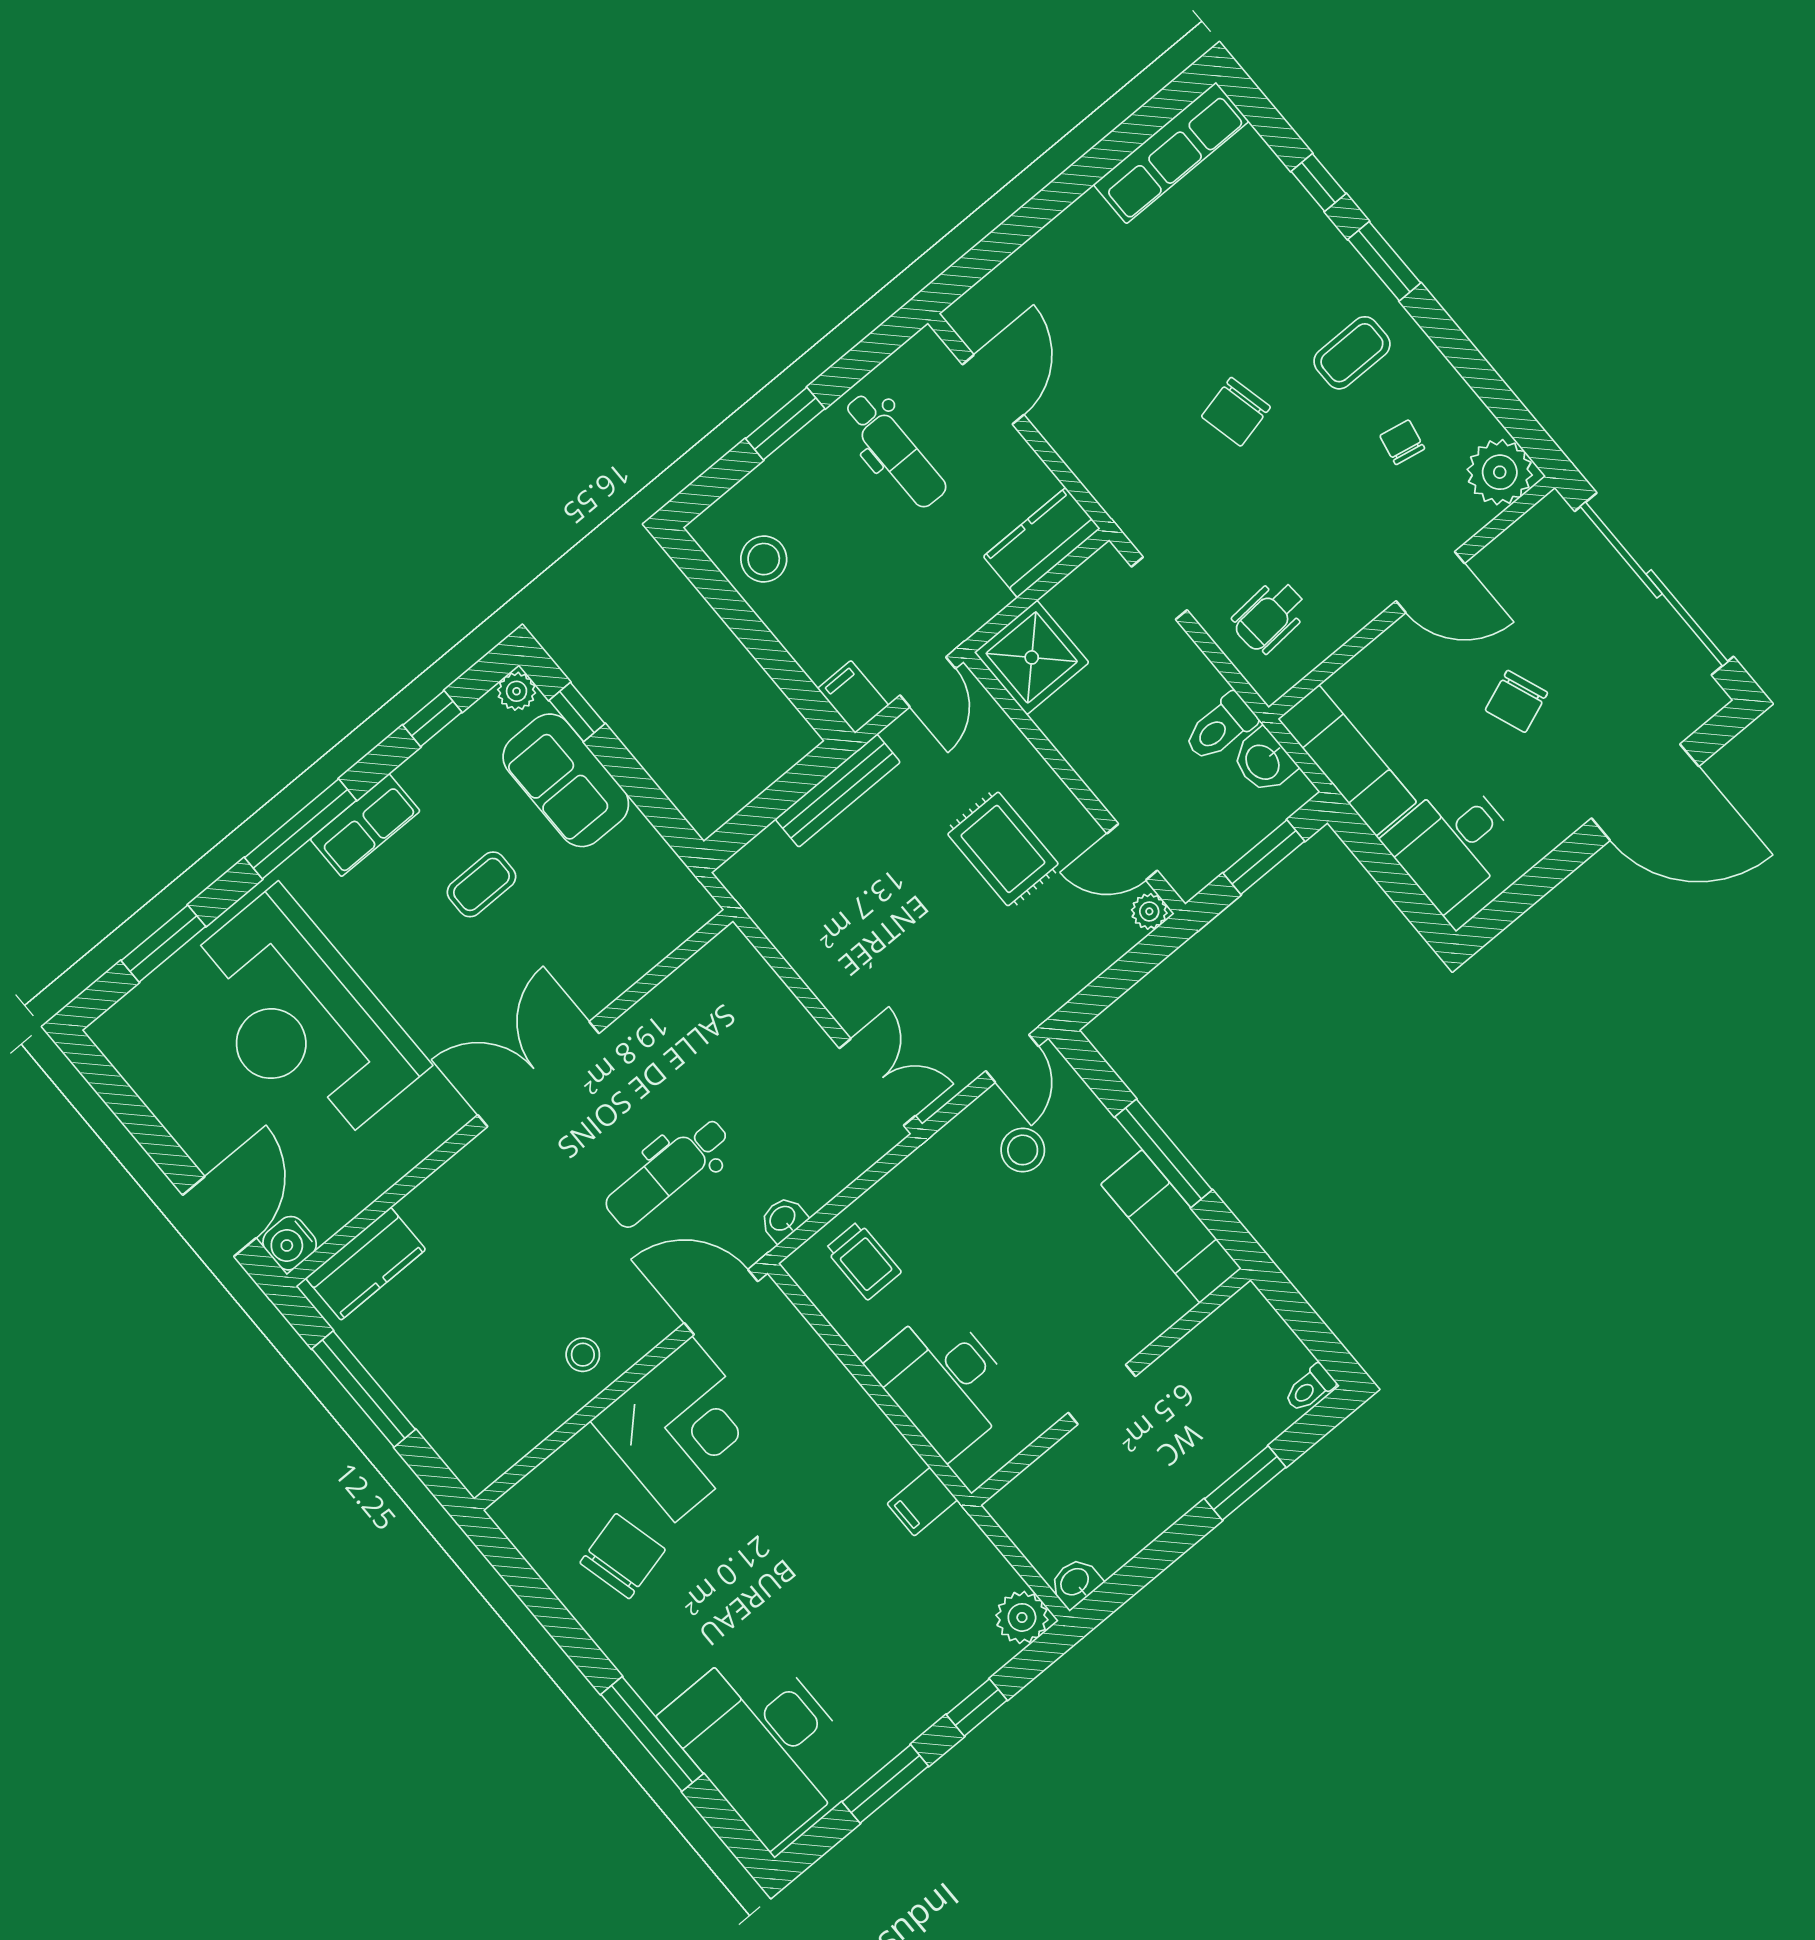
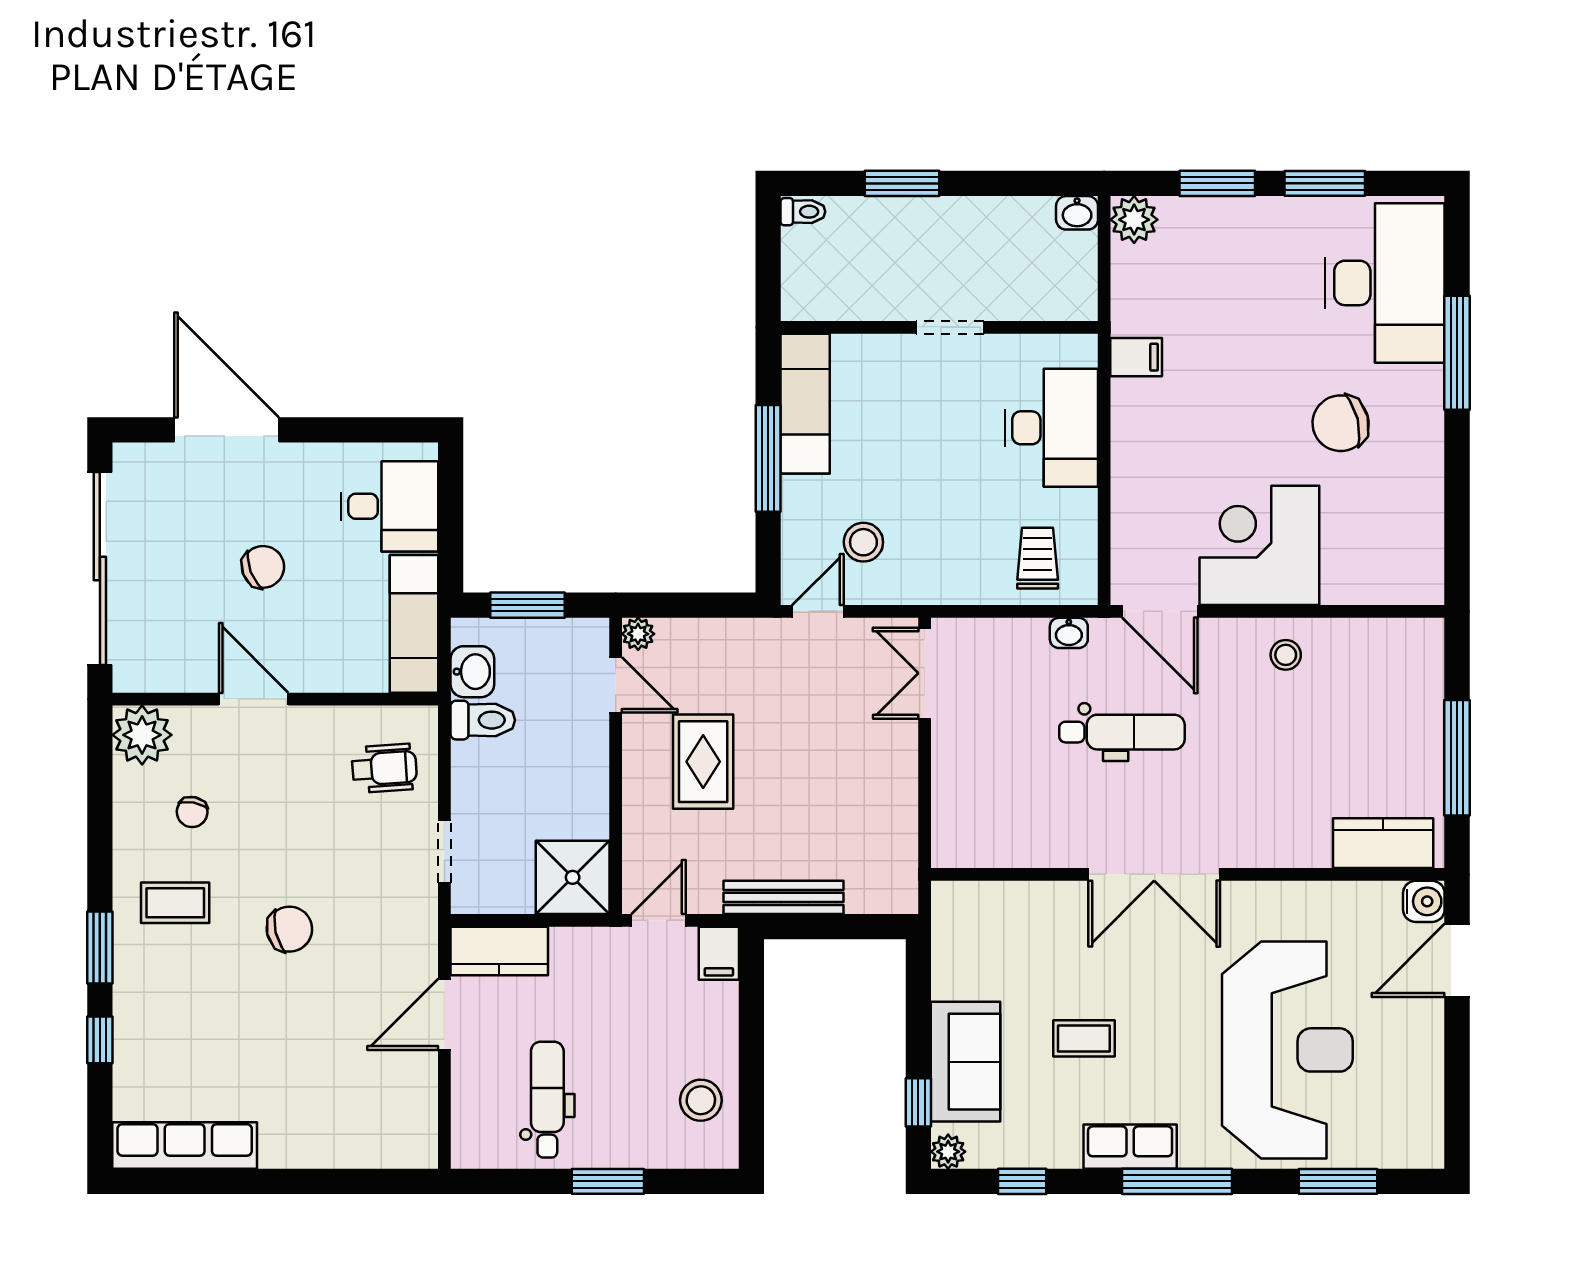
door: (993, 390) -> (444, 1014), moved
chair: (623, 1556) -> (1341, 423), moved
window: (977, 1707) -> (1217, 183), width x1.50

